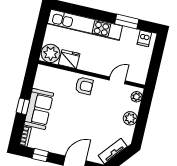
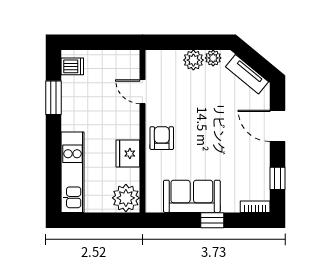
kitchen unit: (85, 25) -> (73, 172), width x0.73
fridge: (69, 59) -> (128, 154), moved
plant: (137, 97) -> (213, 58), moved
sofa: (39, 109) -> (192, 196), moved

